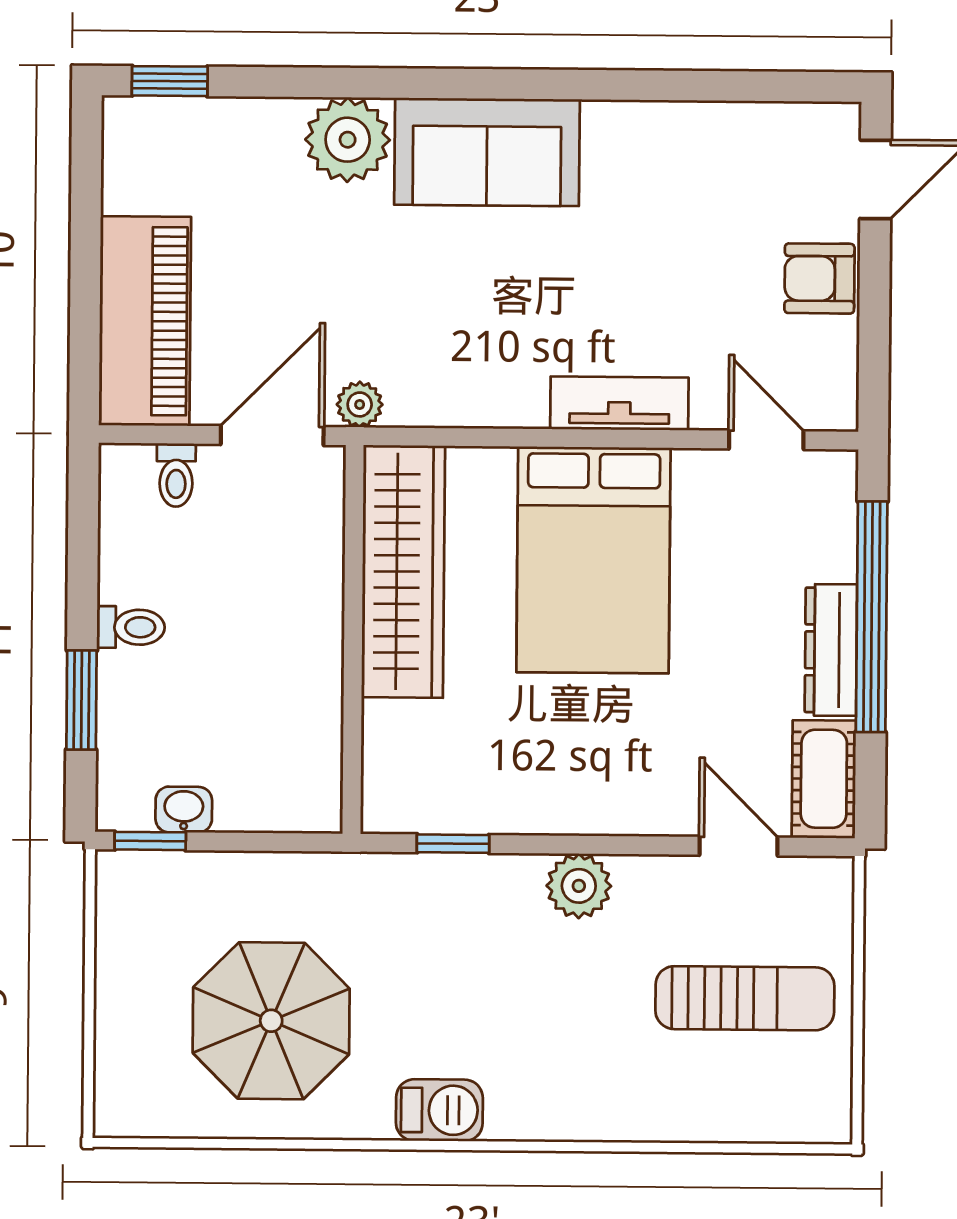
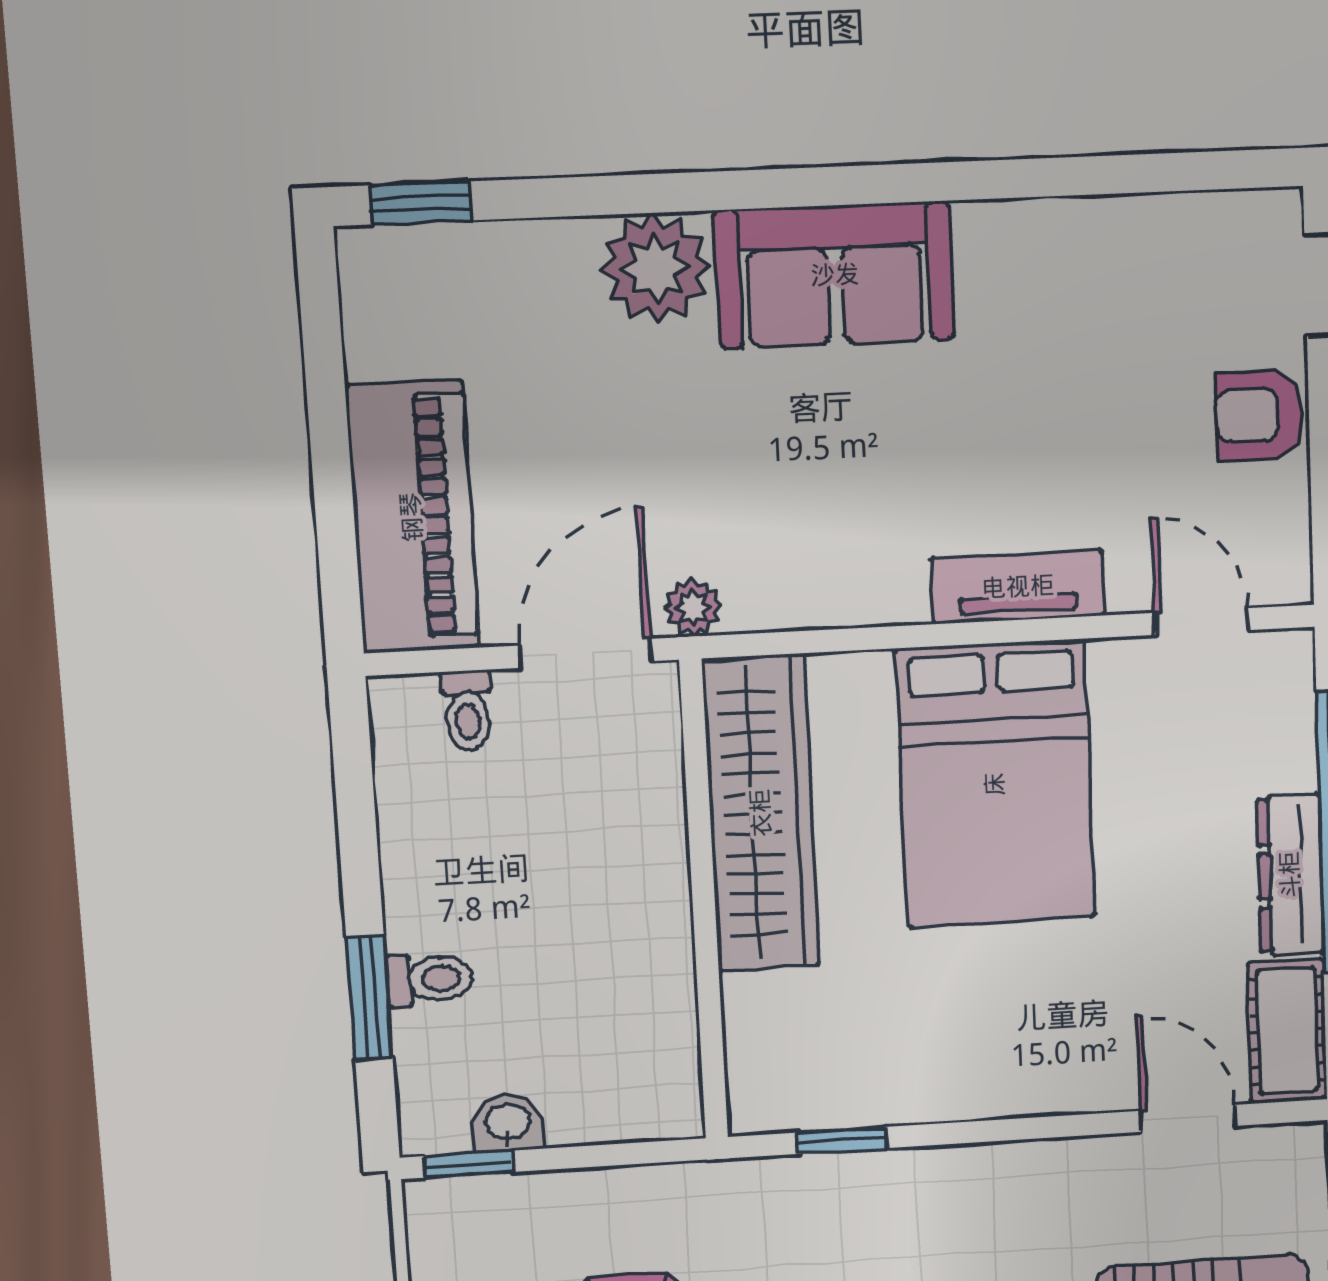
toilet: (131, 627) -> (430, 979), moved
plant: (579, 886) -> (998, 1180), removed

